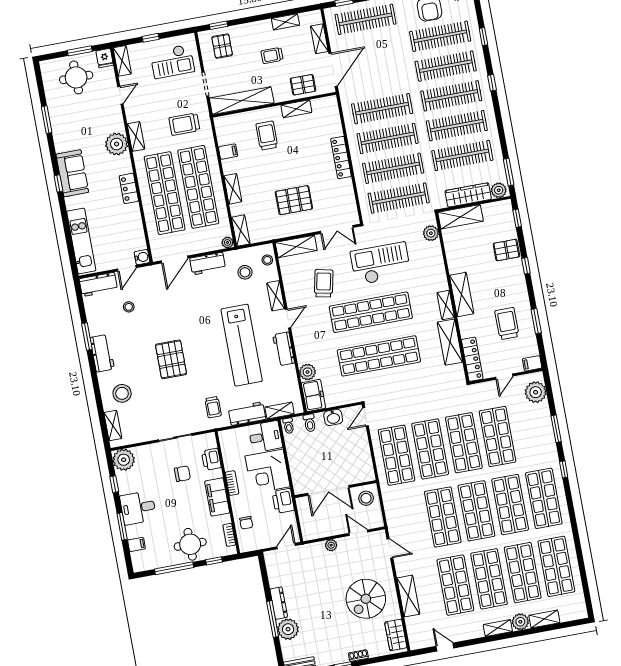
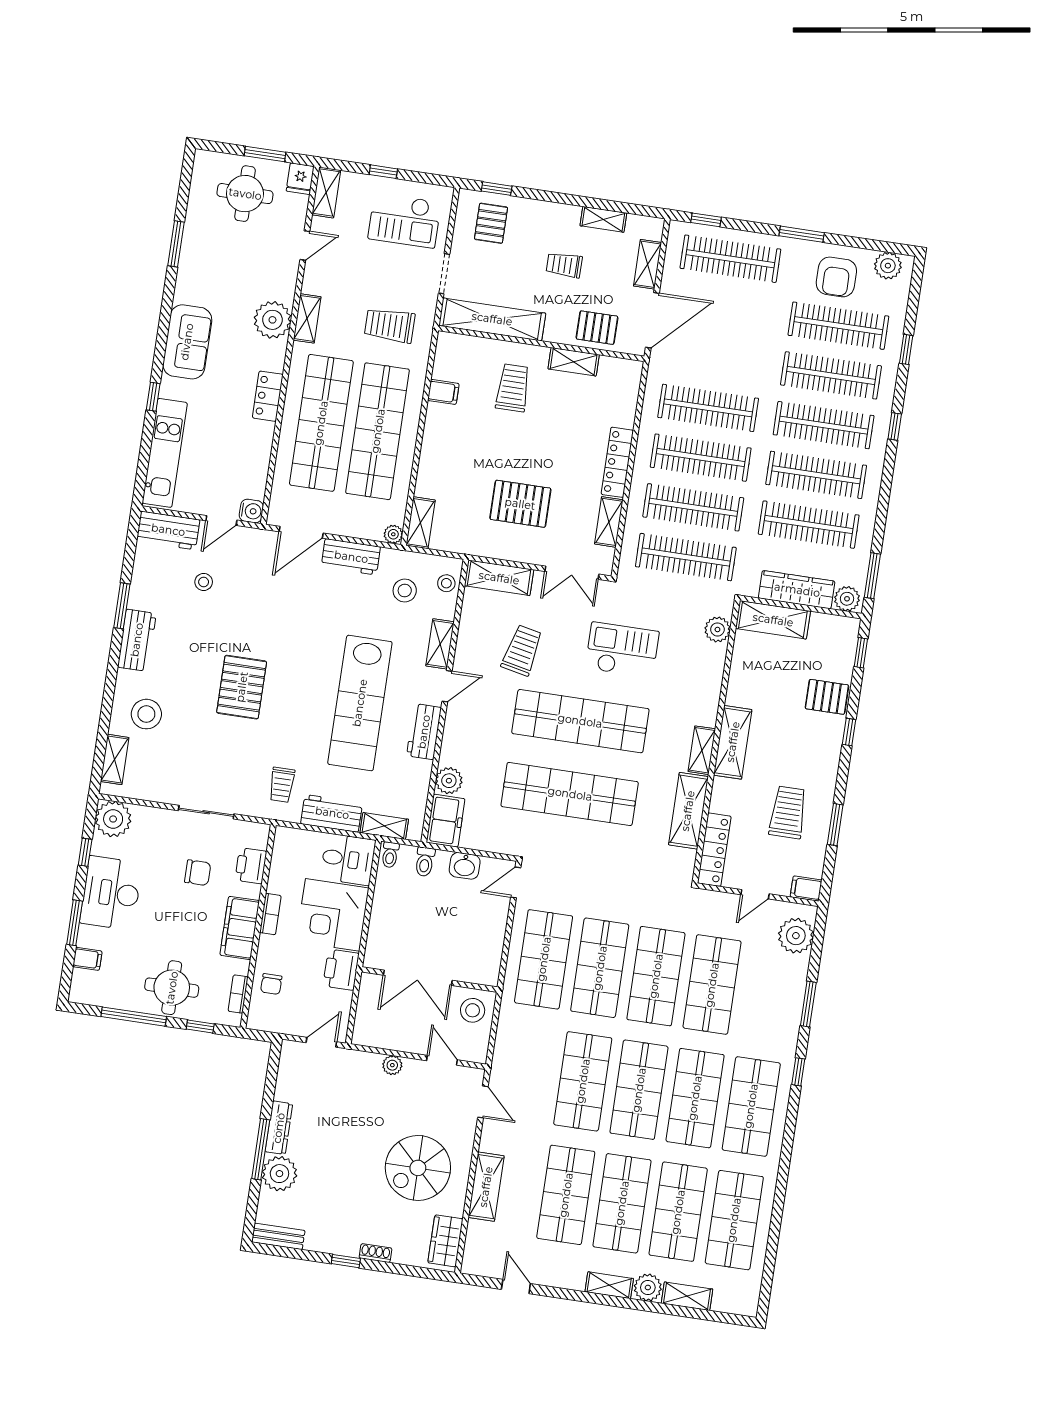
window: (58, 183) -> (153, 397), moved
shelving: (233, 189) -> (609, 522), moved
checkout: (381, 264) -> (622, 650), width x0.73, depth x0.83
desk: (138, 508) -> (111, 893), width x1.37

